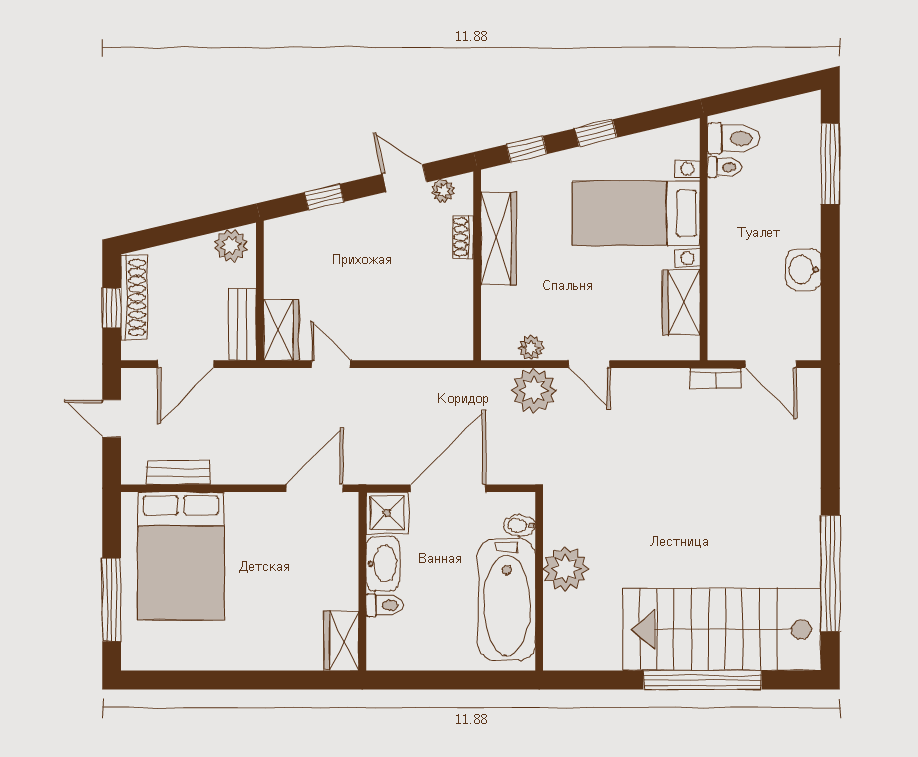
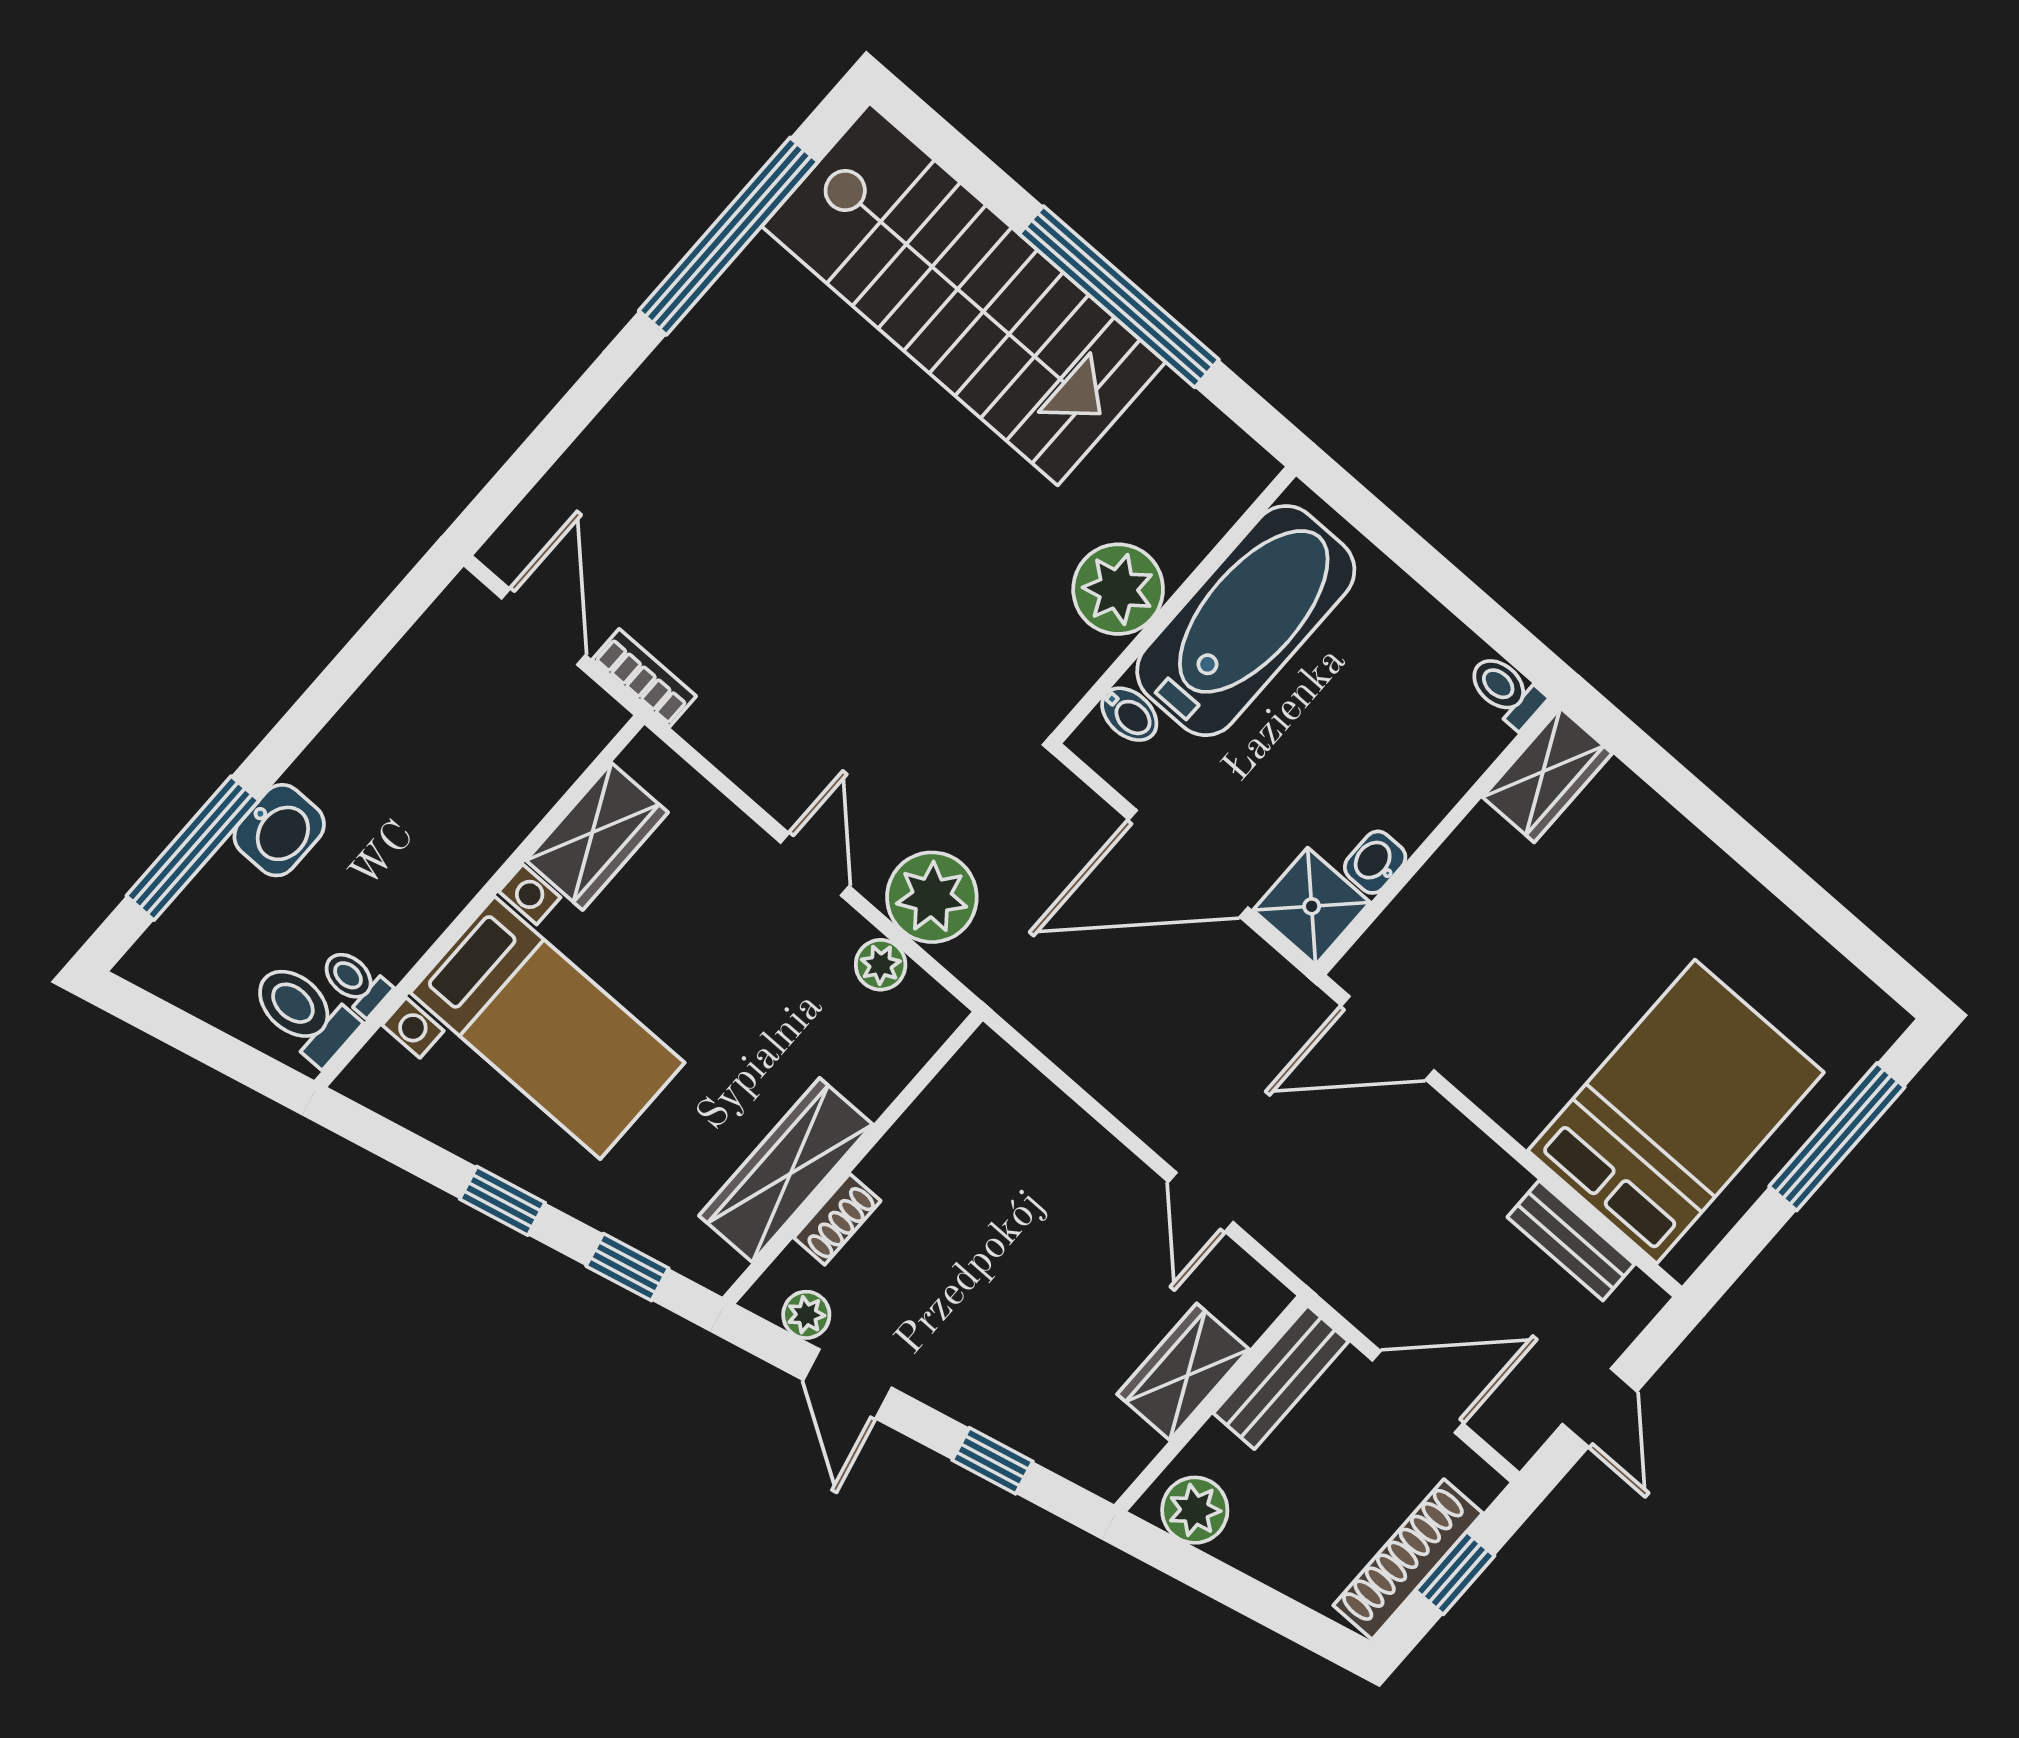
washbasin: (803, 269) -> (279, 830), moved
wardrobe: (281, 330) -> (1183, 1372), moved
washbasin: (383, 564) -> (1375, 862), width x0.52, depth x0.69
toilet: (385, 605) -> (1506, 691), moved
window: (702, 680) -> (1119, 297), moved

